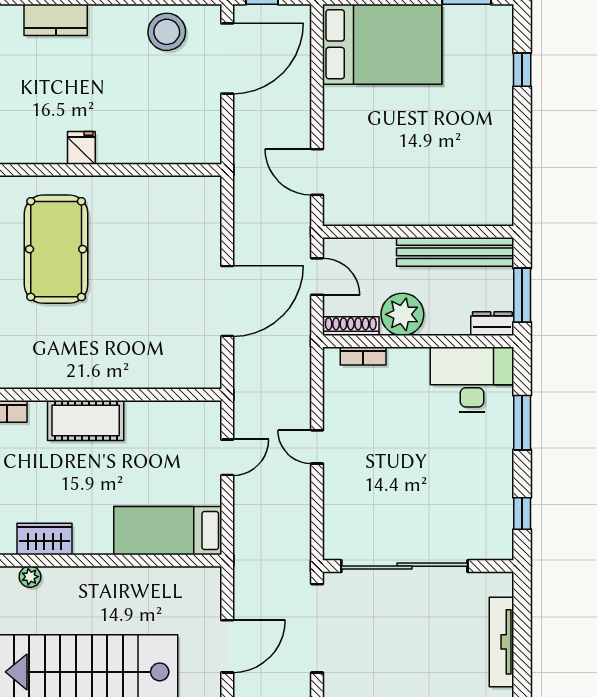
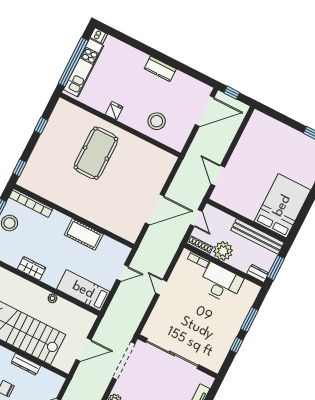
kitchen counter: (56, 20) -> (160, 69), moved
stool: (167, 32) -> (157, 121), moved
bed: (382, 44) -> (282, 206), moved, turned -90
fridge: (81, 148) -> (114, 111), moved
desk: (472, 380) -> (221, 283), moved
cot: (86, 420) -> (84, 234), moved
window: (522, 513) -> (237, 345), moved
plant: (30, 577) -> (52, 298), moved

